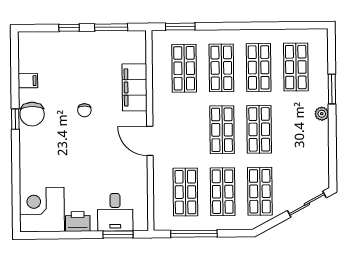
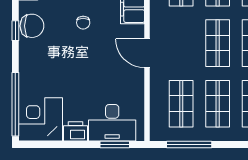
chair: (32, 114) -> (32, 26), turned -90
window: (16, 194) -> (15, 104), added
desk: (115, 212) -> (112, 123), width x1.37

